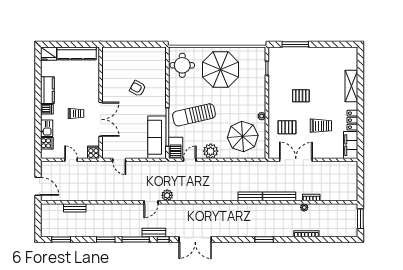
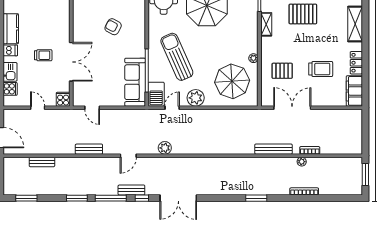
shelving: (273, 86) -> (266, 24), added
pallet: (301, 96) -> (303, 14), moved, width x1.50, depth x1.42
sun lounger: (194, 115) -> (177, 57), turned 79
plant: (167, 195) -> (165, 148), moved
bench: (250, 196) -> (89, 149), moved

